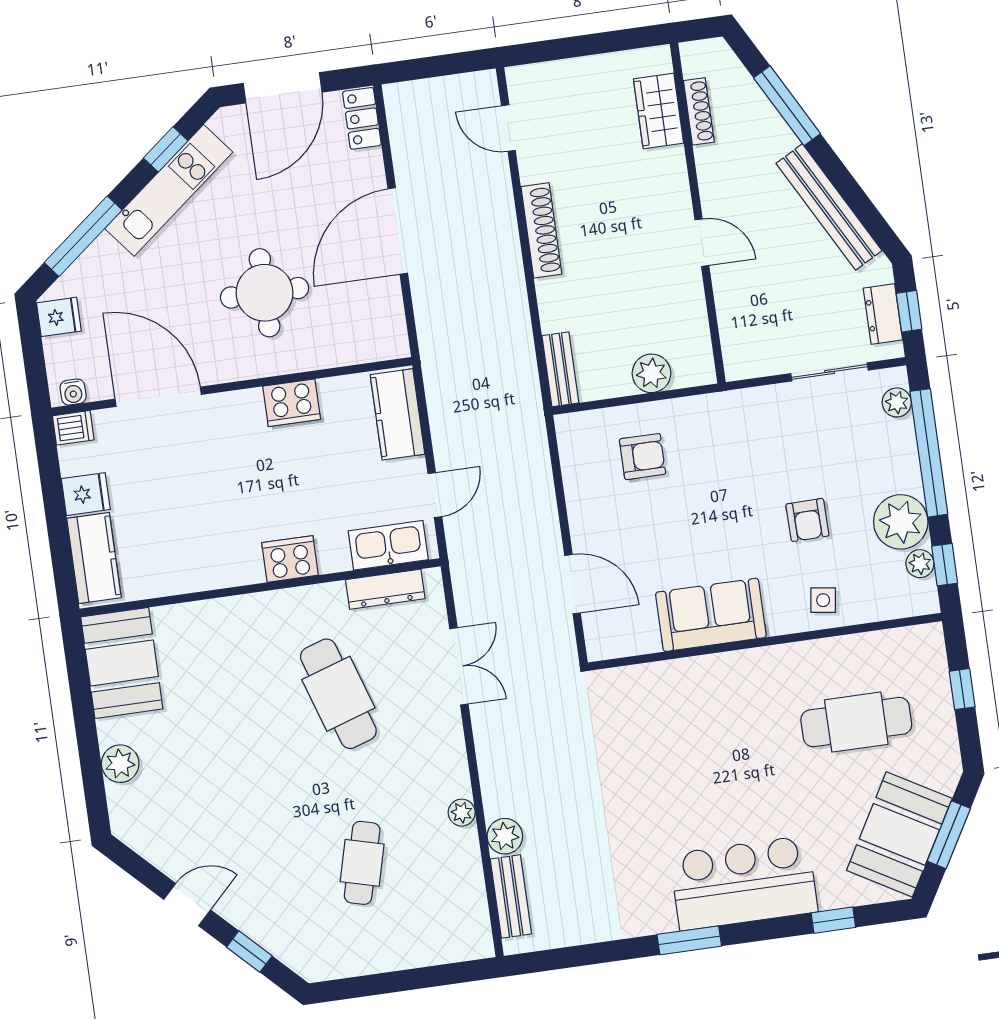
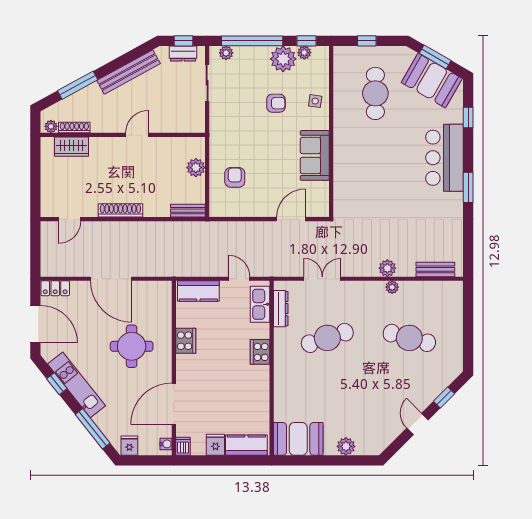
plant: (694, 63) -> (51, 126), added
plant: (505, 836) -> (387, 268), moved
cafe table: (362, 863) -> (409, 338), width x1.37, depth x1.35

